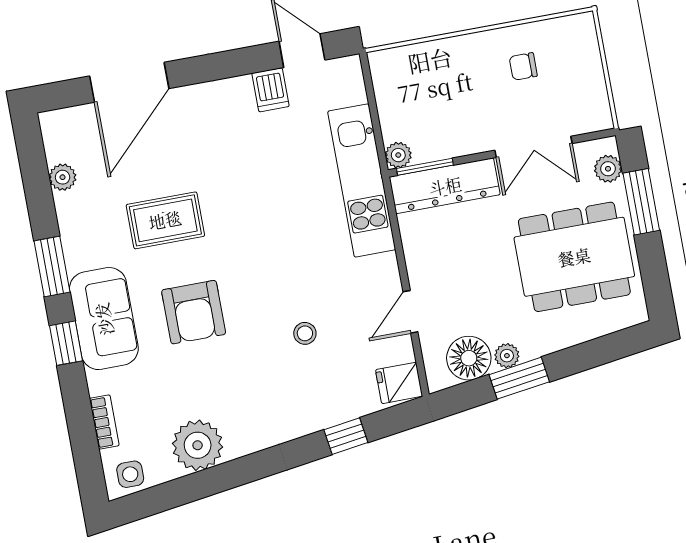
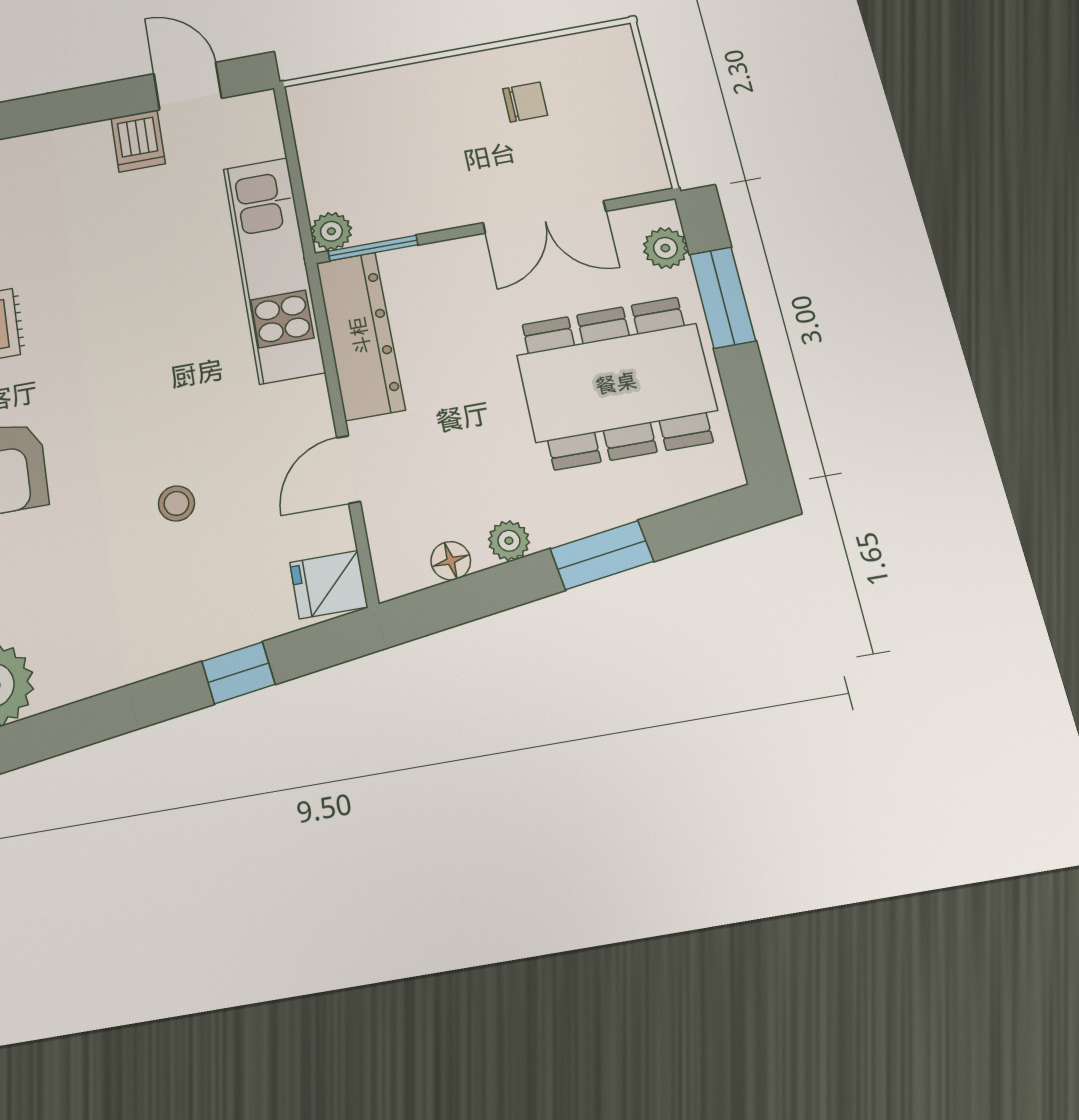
chair: (523, 66) -> (525, 102), turned 180
dresser: (445, 186) -> (360, 336), moved, turned -90
floor lamp: (469, 358) -> (451, 561), width x0.53, depth x0.53
window: (519, 378) -> (602, 555), moved

